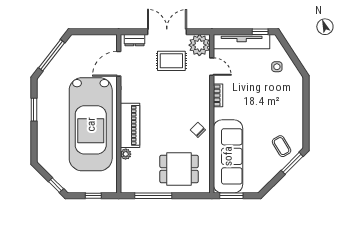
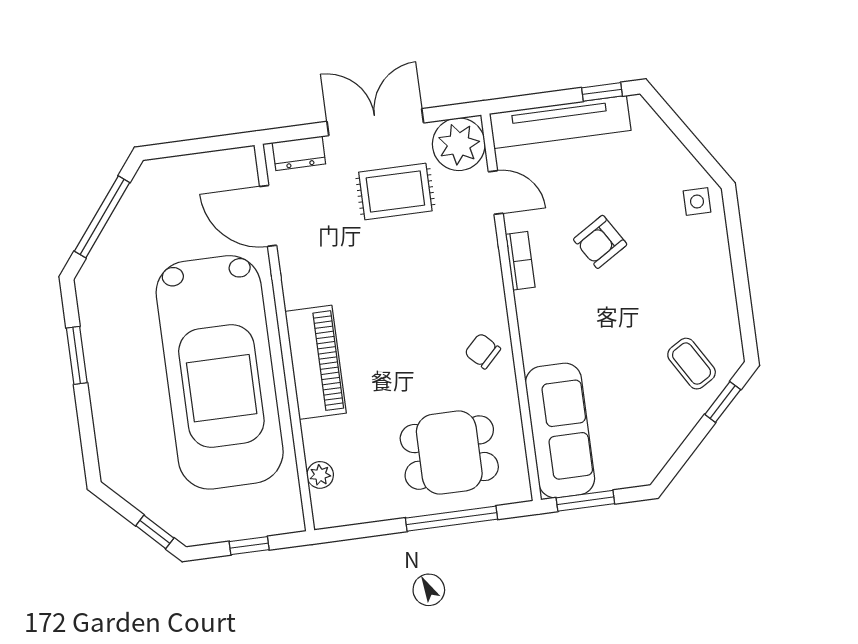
door: (119, 64) -> (268, 216), hinge flipped
side table: (277, 67) -> (697, 201), moved
armchair: (251, 92) -> (600, 242), added
plant: (126, 154) -> (320, 475), moved
sofa: (228, 156) -> (560, 431), width x0.74, depth x0.79
window: (292, 163) -> (723, 402), width x0.67
window: (153, 196) -> (452, 519), moved

